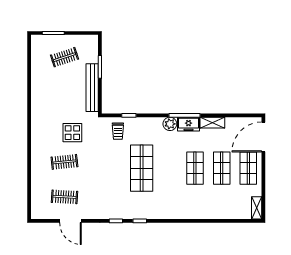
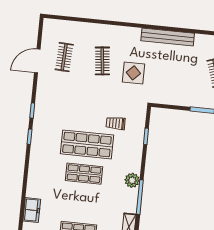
bench: (92, 88) -> (168, 37), moved
freezer: (188, 124) -> (32, 210), moved, turned 180
trolley: (118, 131) -> (116, 123), moved
shop shelf: (195, 168) -> (84, 174), moved

